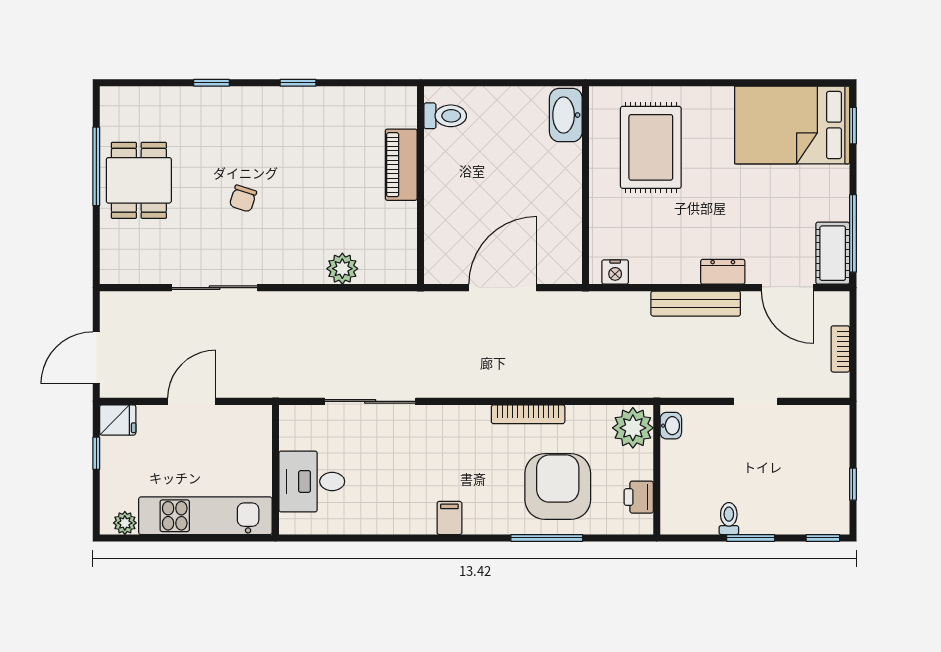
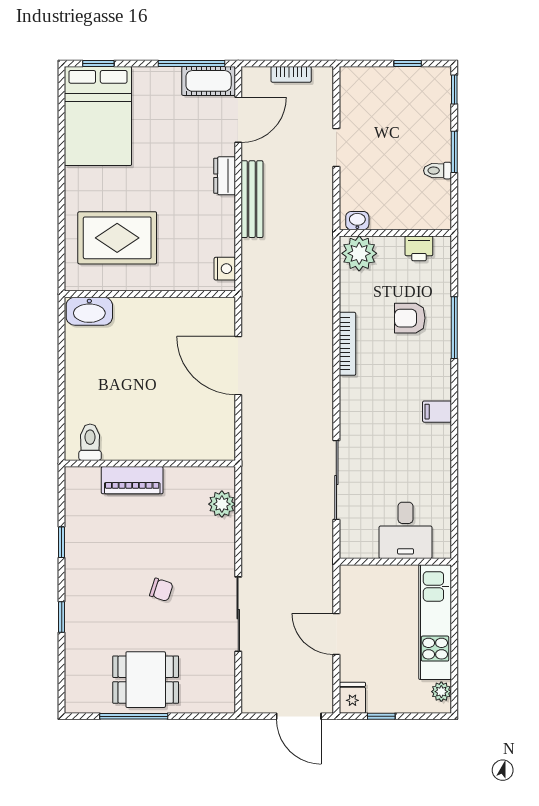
toilet: (445, 116) -> (90, 442), moved
piano: (401, 165) -> (132, 480), moved
wall: (421, 185) -> (150, 463), moved
armchair: (558, 486) -> (410, 318), width x0.53, depth x0.53

